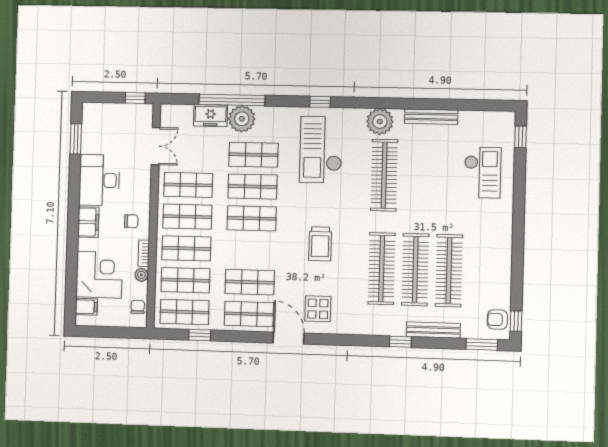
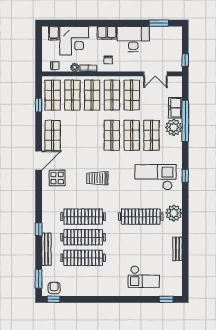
bench: (431, 117) -> (177, 249), width x0.73
shop shelf: (250, 282) -> (72, 135), removed

